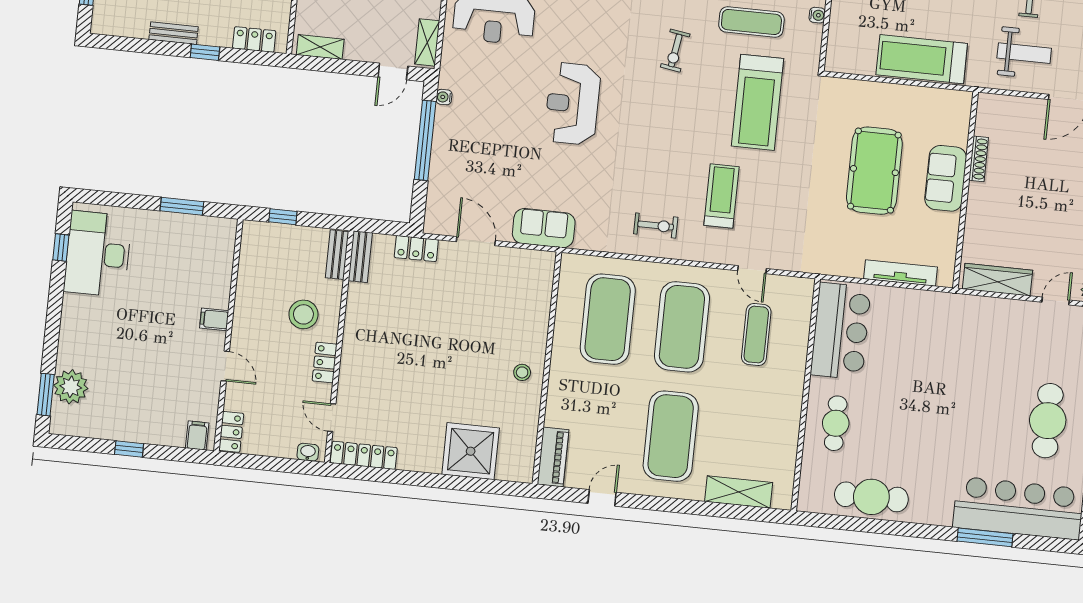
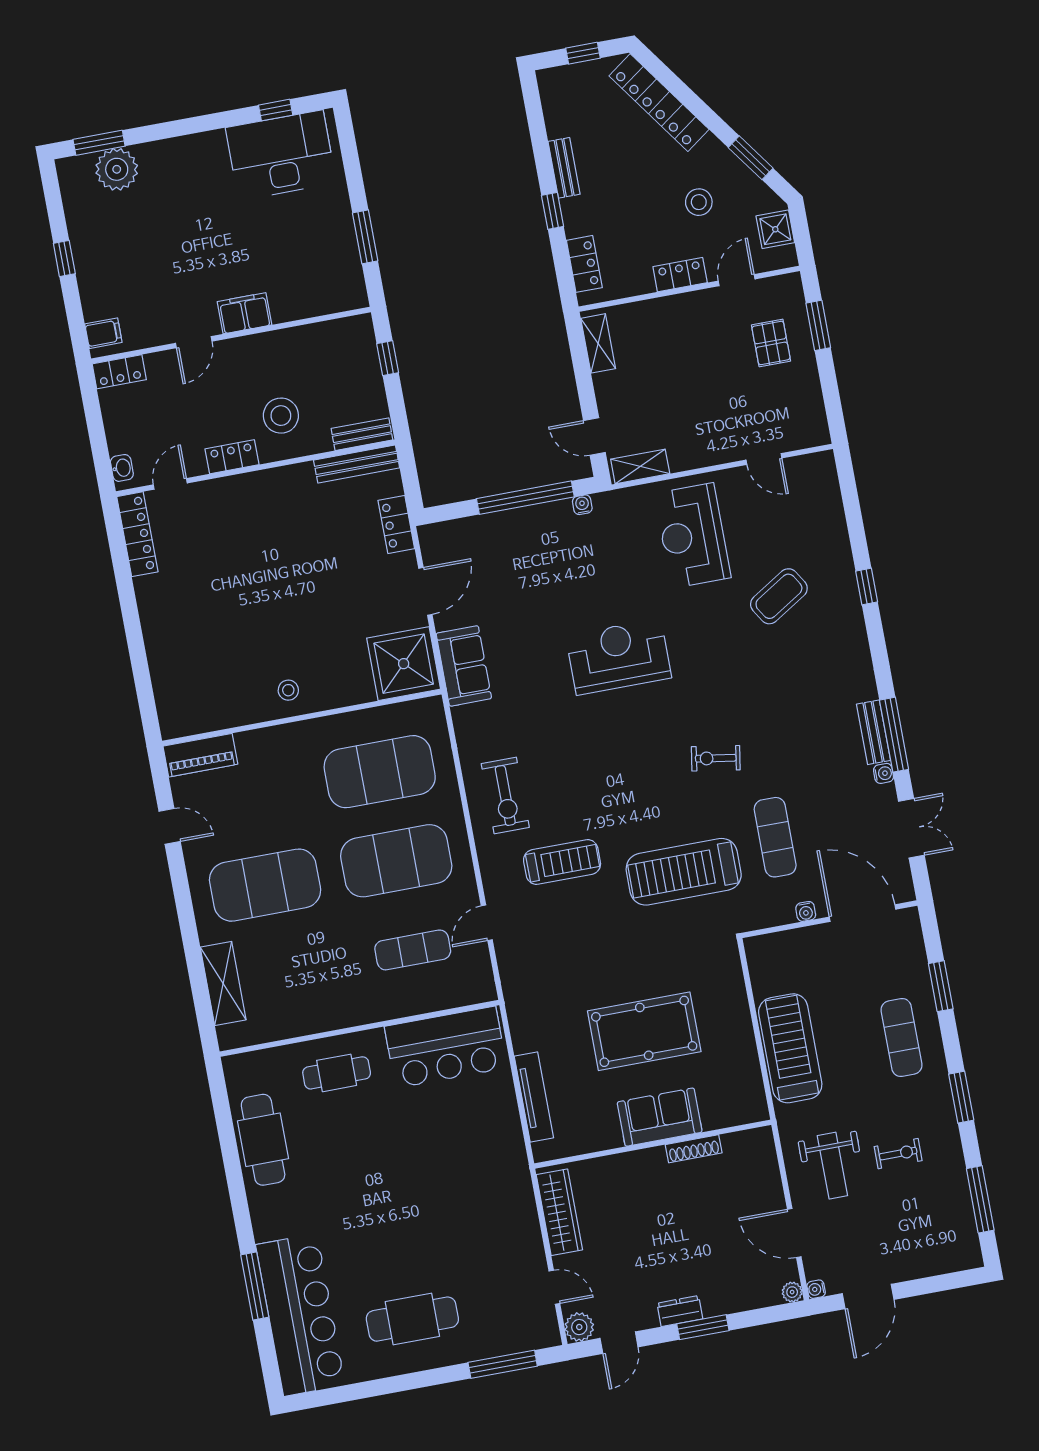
exercise bike: (656, 225) -> (505, 795), width x1.38, depth x1.39
bench: (360, 257) -> (357, 464), width x1.36
filing cabinet: (214, 319) -> (245, 313), width x2.00
shower: (471, 451) -> (404, 664), moved

